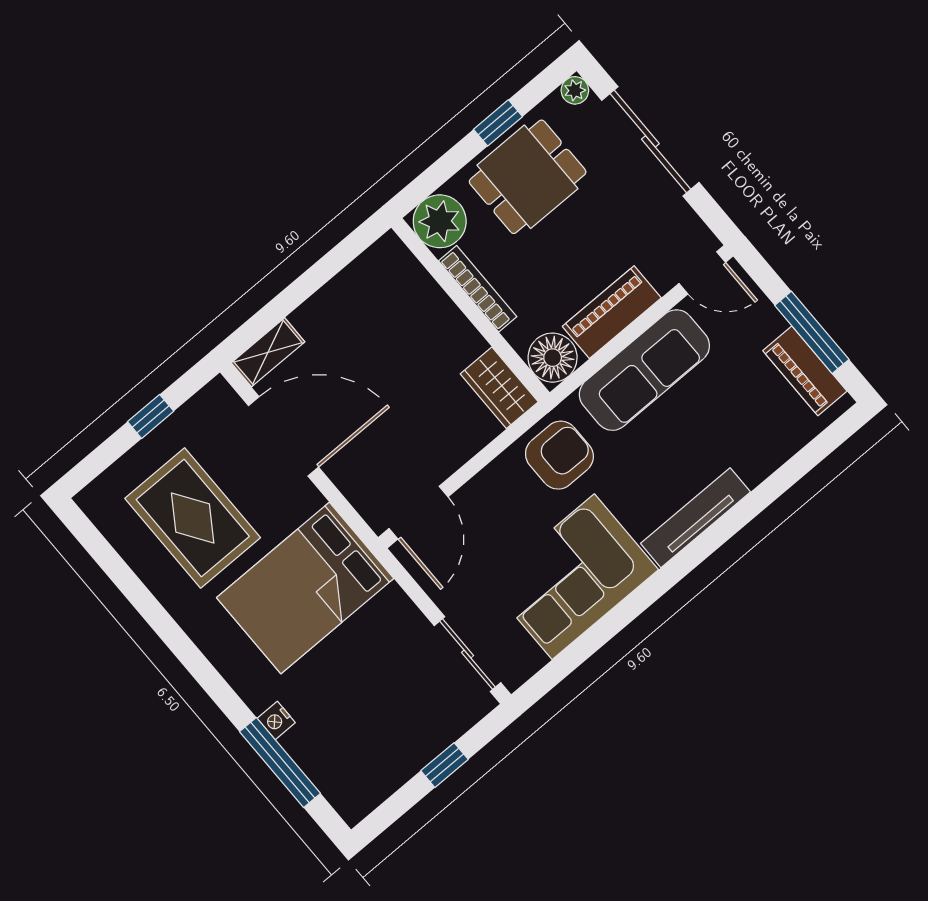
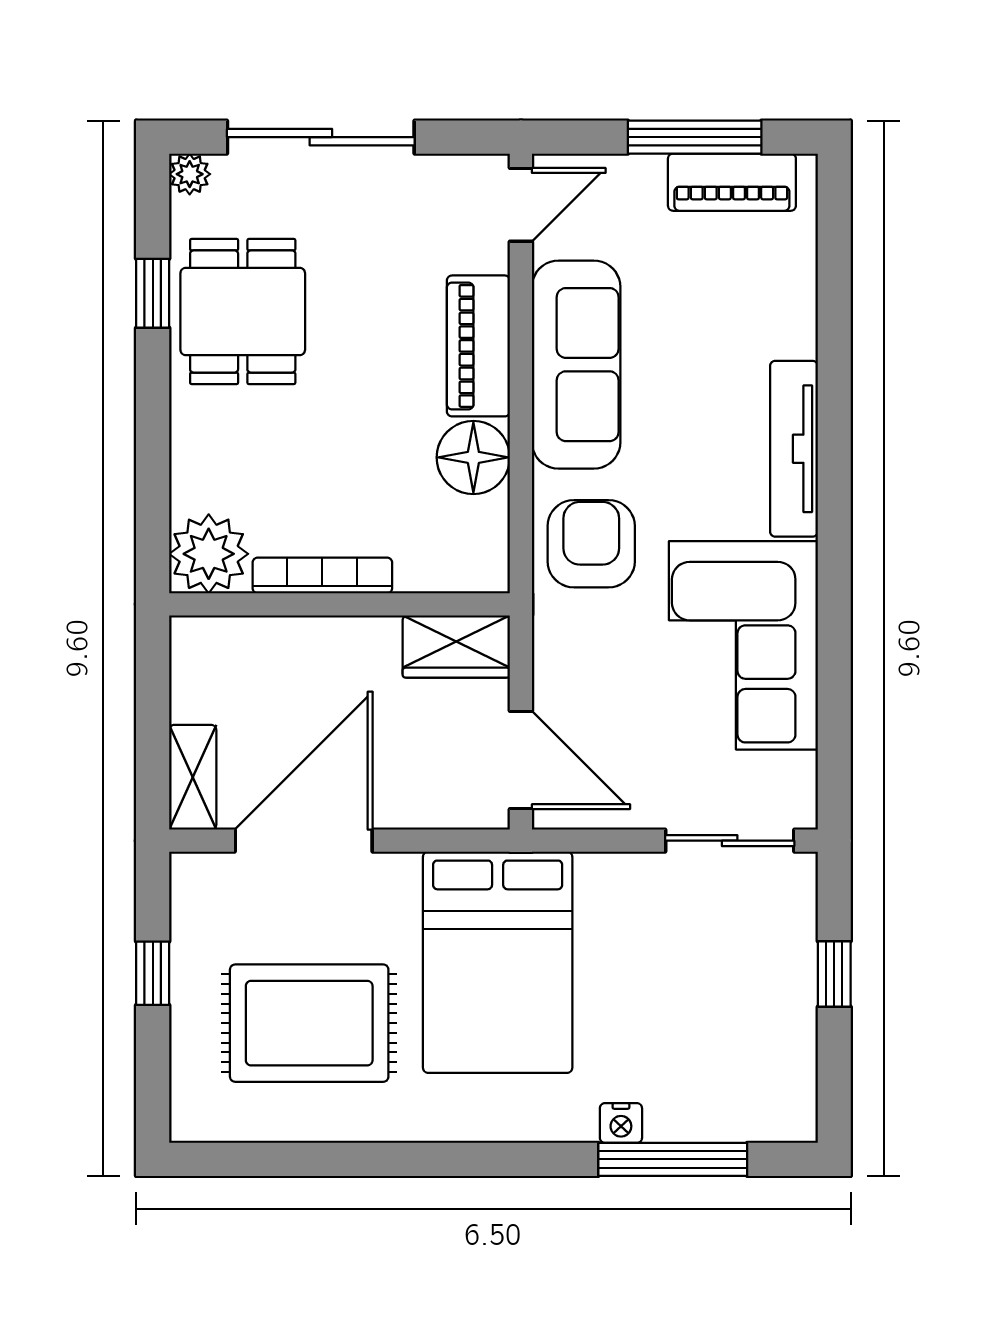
plant: (440, 221) -> (209, 554), moved
bookcase: (478, 289) -> (322, 575), moved
wall: (470, 310) -> (340, 604), moved
wardrobe: (499, 388) -> (456, 646), moved

